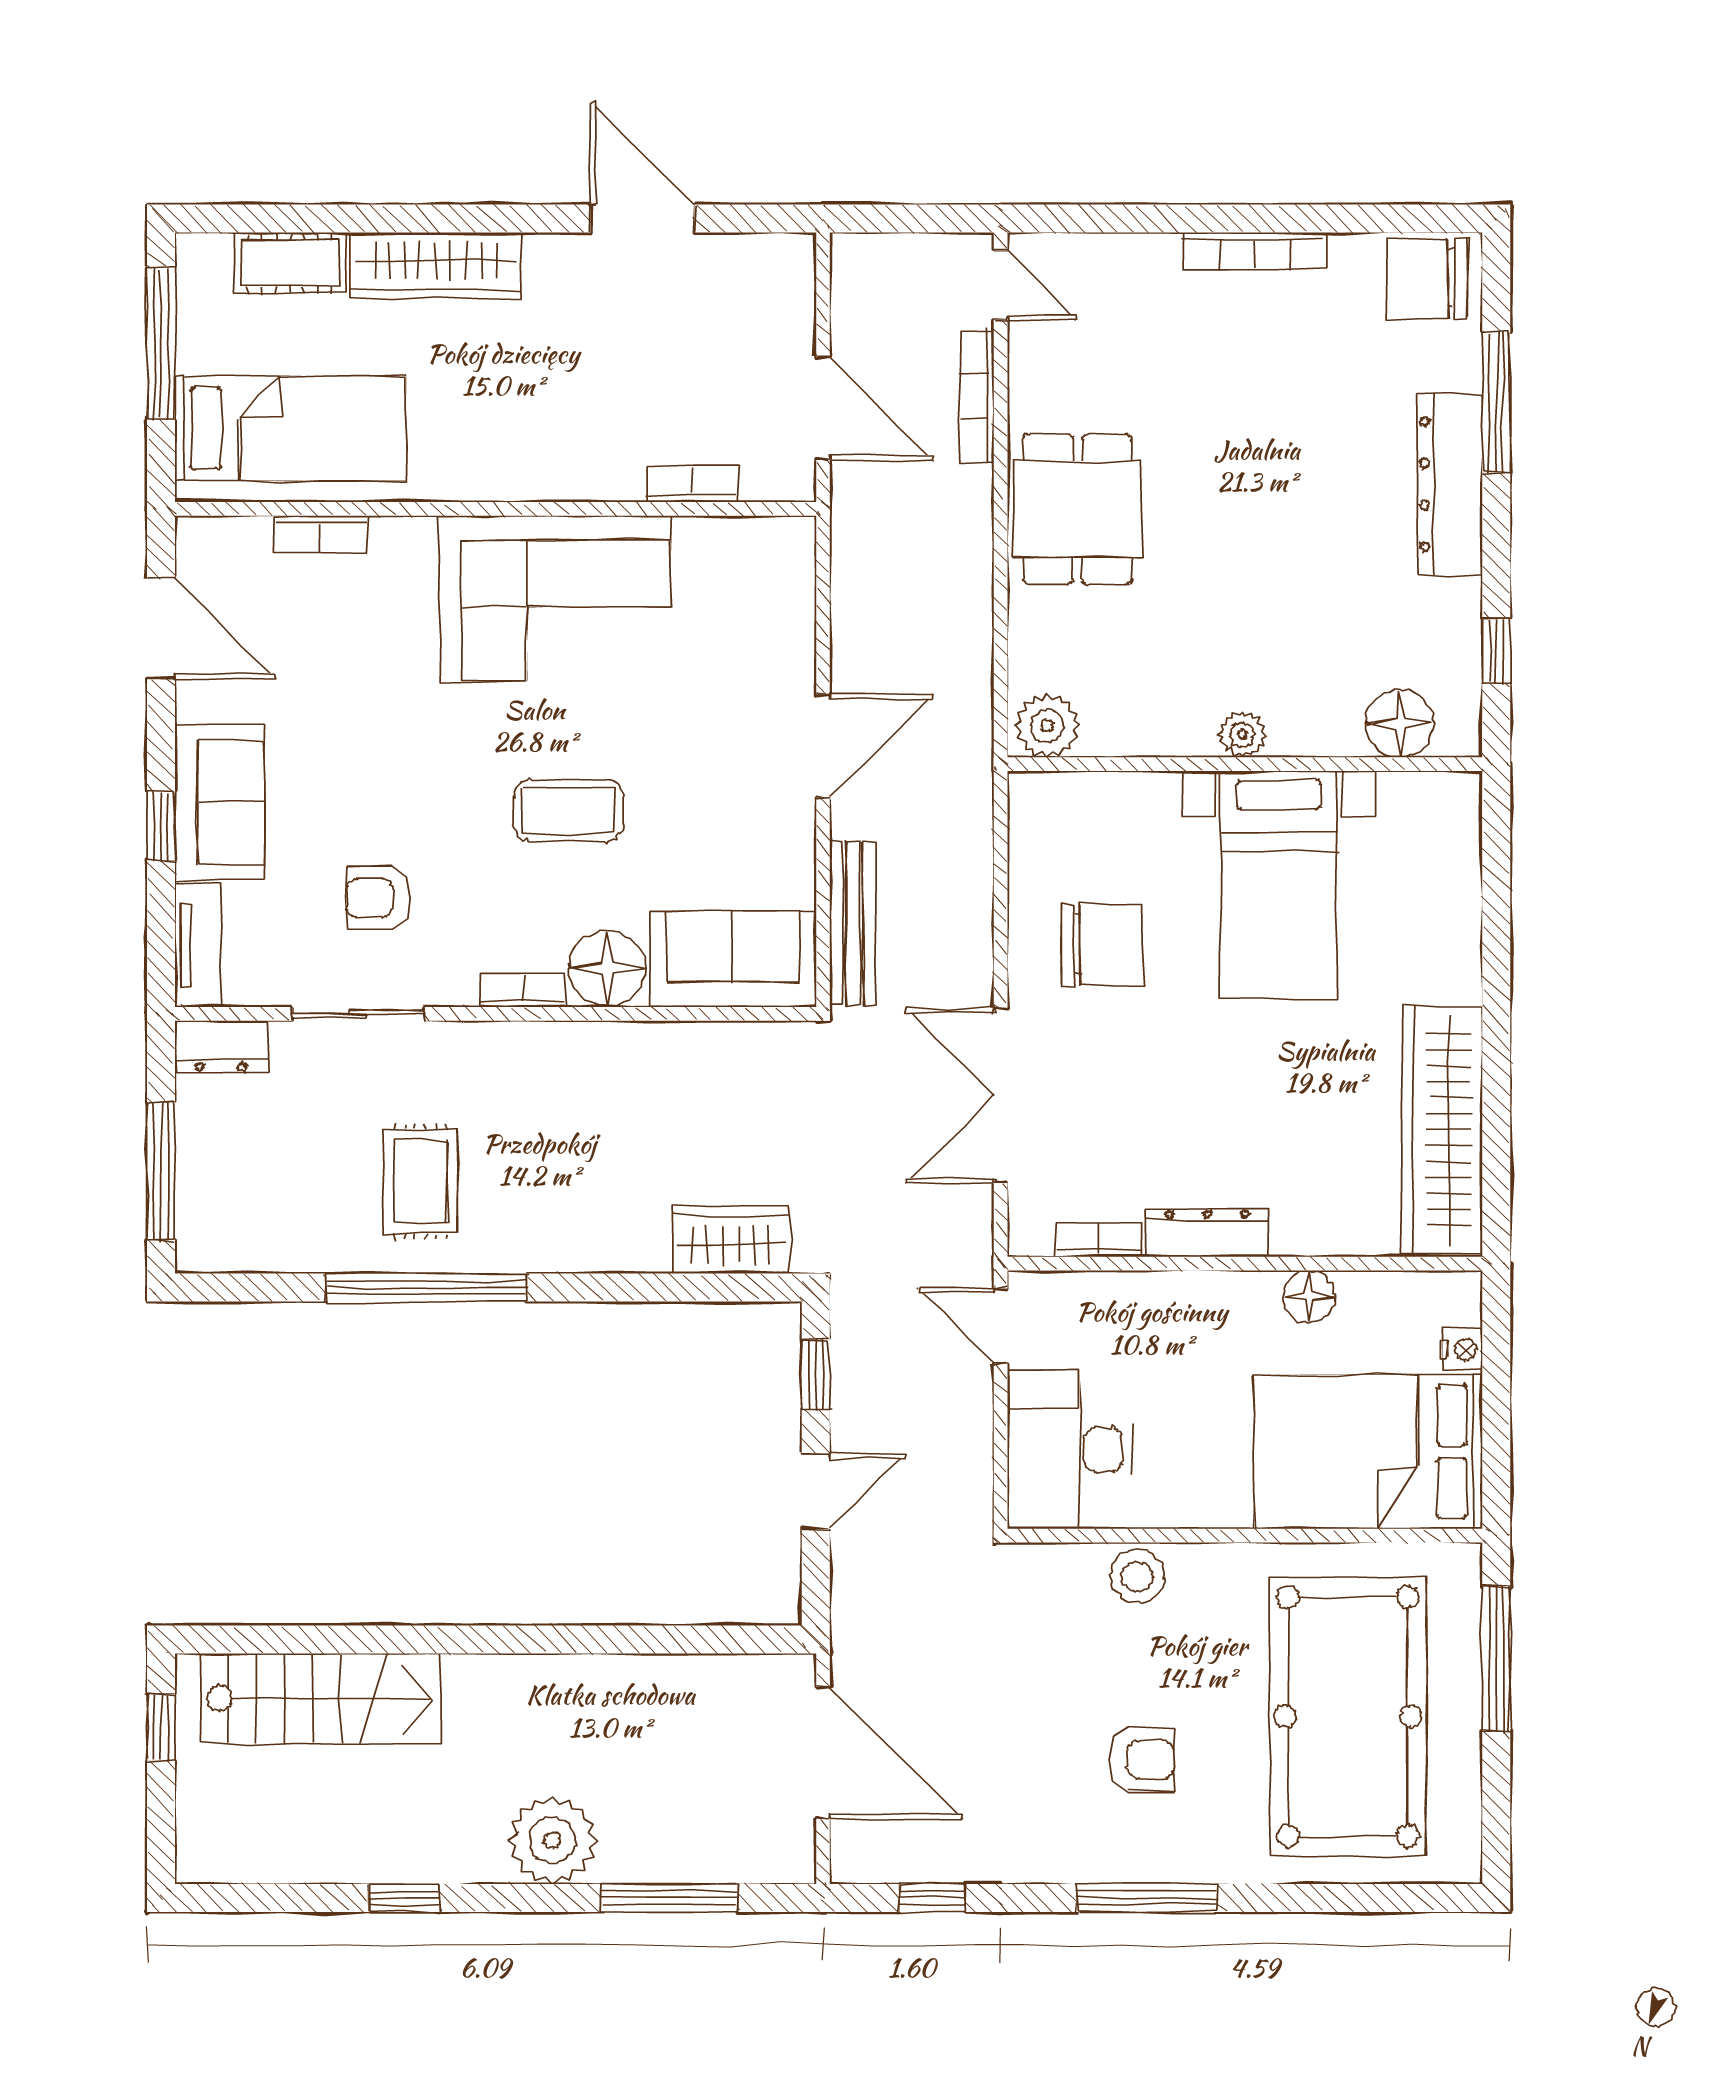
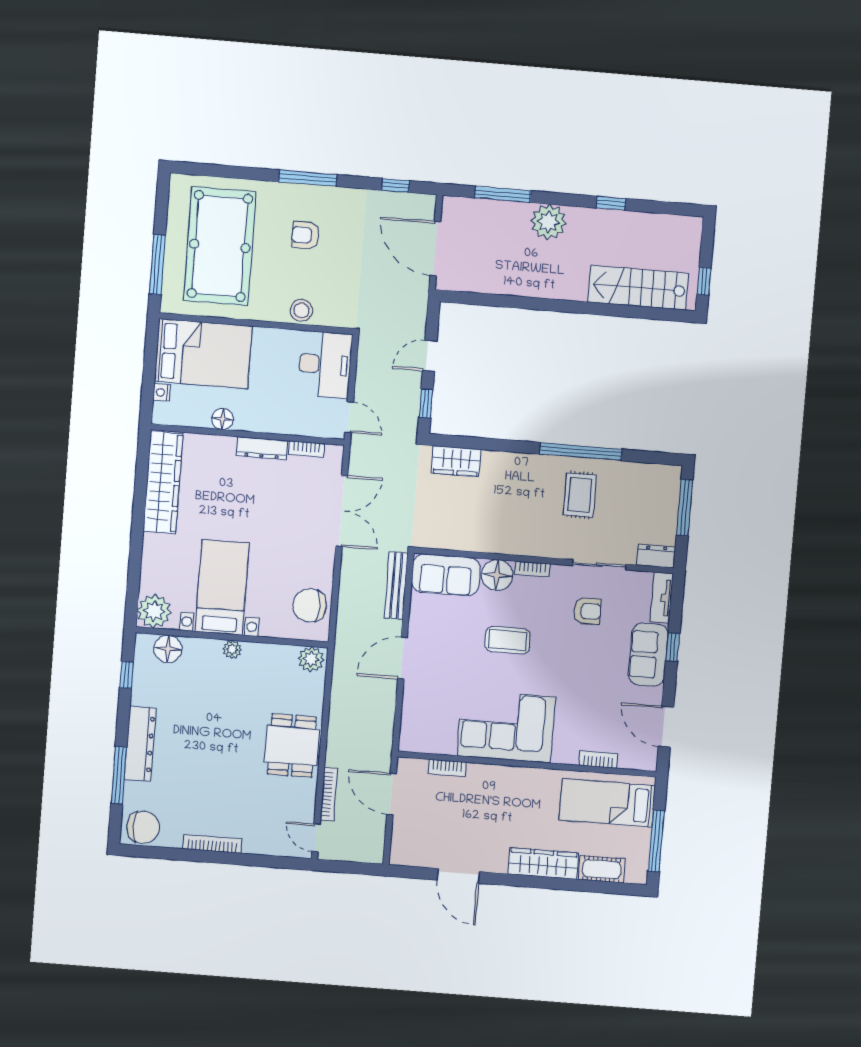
plant: (1440, 813) -> (154, 611), added
chair: (1102, 944) -> (310, 605), moved

